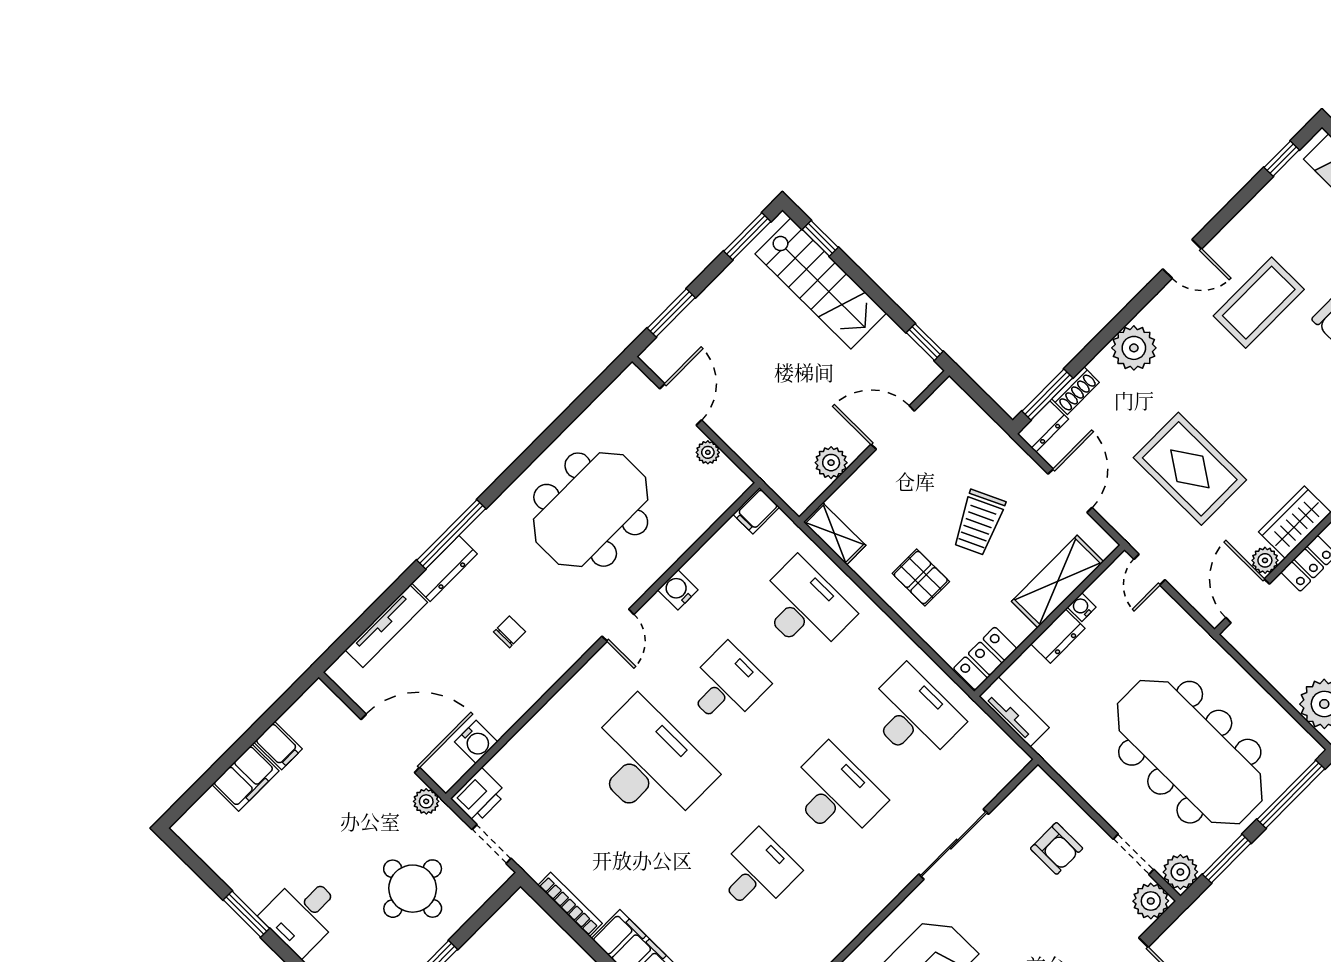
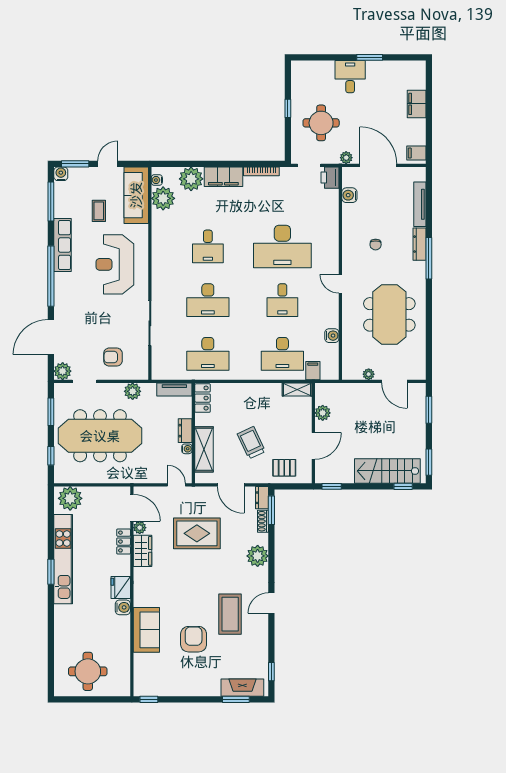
filing cabinet: (756, 511) -> (313, 371), moved
pallet: (921, 577) -> (284, 468), moved
water cooler: (678, 590) -> (332, 336), moved
door: (390, 743) -> (378, 165), swing flipped
filing cabinet: (278, 745) -> (416, 153), moved
window: (1291, 794) -> (51, 456), width x0.46
plant: (1180, 872) -> (133, 391), moved

